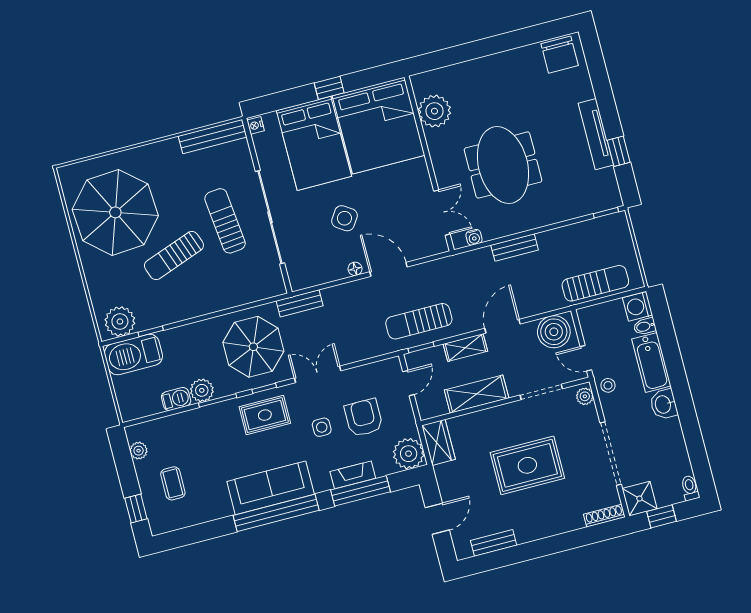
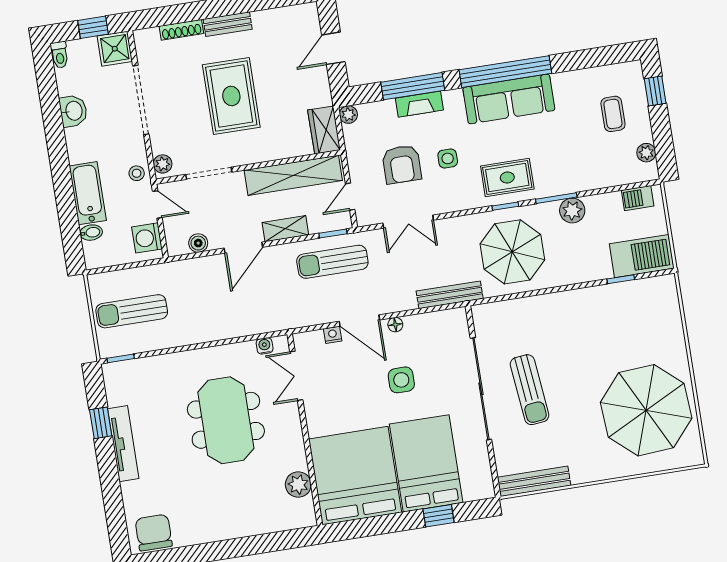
window: (329, 88) -> (439, 516), moved
plant: (434, 111) -> (298, 484), width x0.73, depth x0.73
nightstand: (256, 125) -> (333, 335), moved, turned -90
side table: (344, 218) -> (401, 380), turned -33
bench: (515, 248) -> (222, 331), removed
sun lounger: (174, 256) -> (588, 358), removed
sun lounger: (595, 283) -> (132, 311), moved
bench: (300, 303) -> (450, 295), width x1.36
washing machine: (638, 306) -> (147, 238), moved, turned 180
sun lounger: (419, 321) -> (332, 262), turned 180
plant: (120, 322) -> (653, 293), removed
boiler: (554, 332) -> (198, 243), width x0.54, depth x0.54
double door: (318, 374) -> (408, 222), moved
shelving: (477, 394) -> (293, 175), width x1.47
barbecue: (176, 399) -> (638, 198), moved
washbasin: (664, 404) -> (73, 111), moved
plant: (409, 454) -> (348, 115), width x0.53, depth x0.53
rug: (527, 465) -> (231, 96), turned 90
shoe rack: (604, 516) -> (181, 30), moved
bench: (494, 543) -> (228, 24), moved

